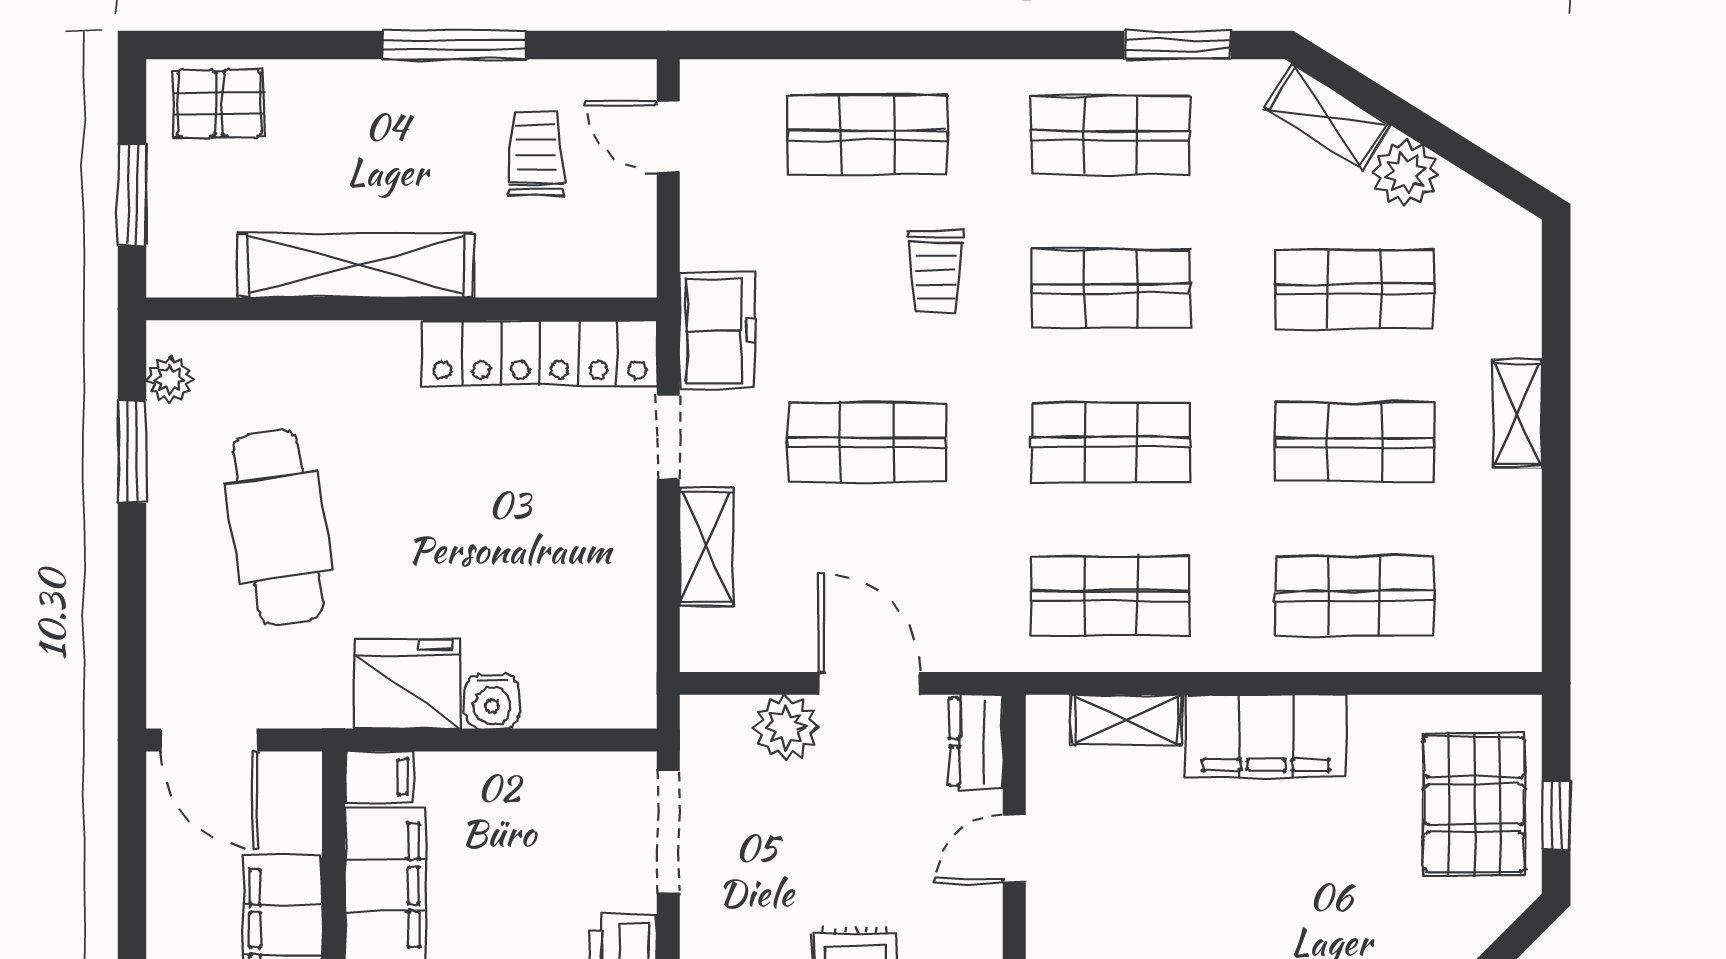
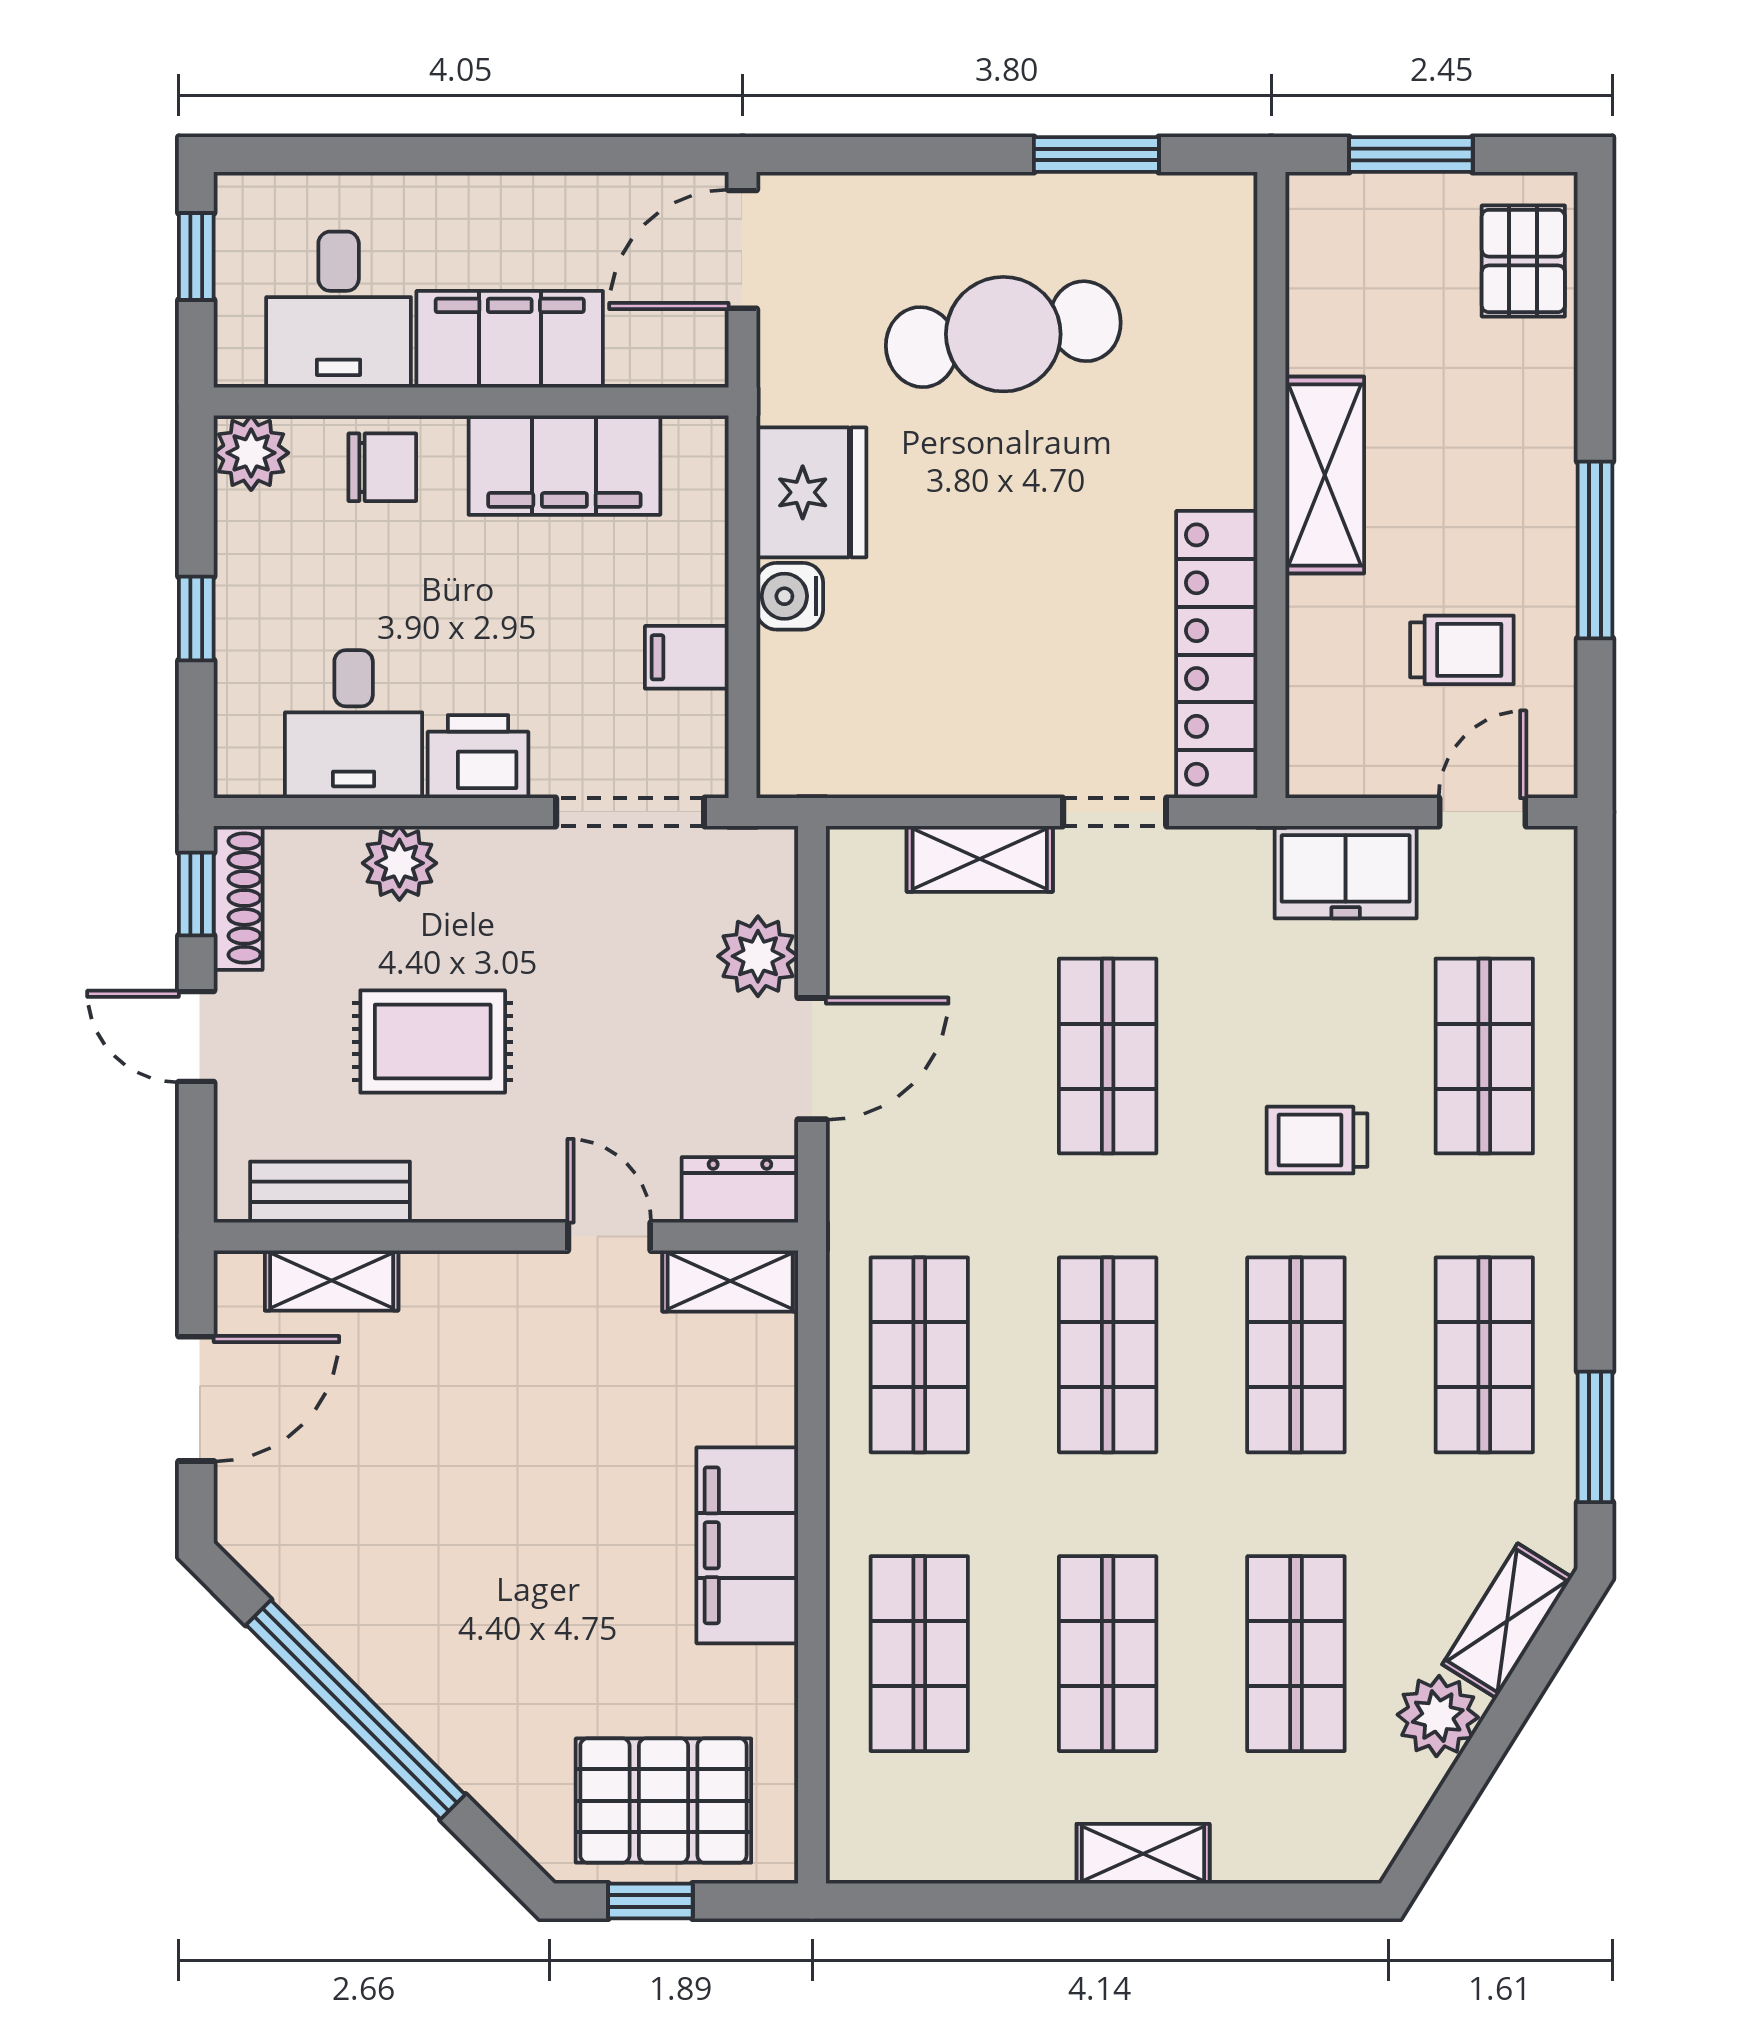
shelving: (356, 265) -> (1325, 475), width x0.68
freezer: (717, 331) -> (1346, 872), moved
plant: (170, 379) -> (1185, 201), removed
shelving: (1126, 720) -> (730, 1281), moved, turned 90
filing cabinet: (379, 777) -> (687, 657), moved, turned 90

